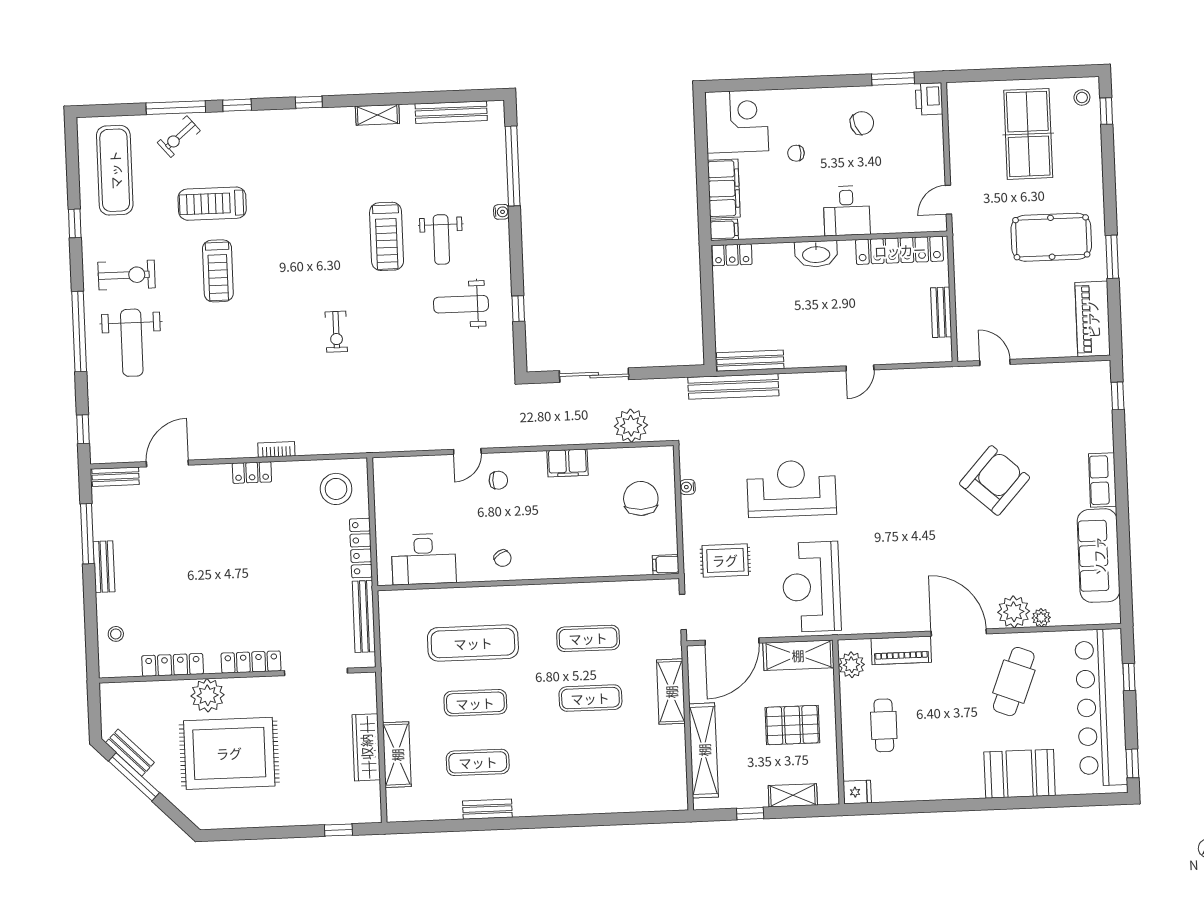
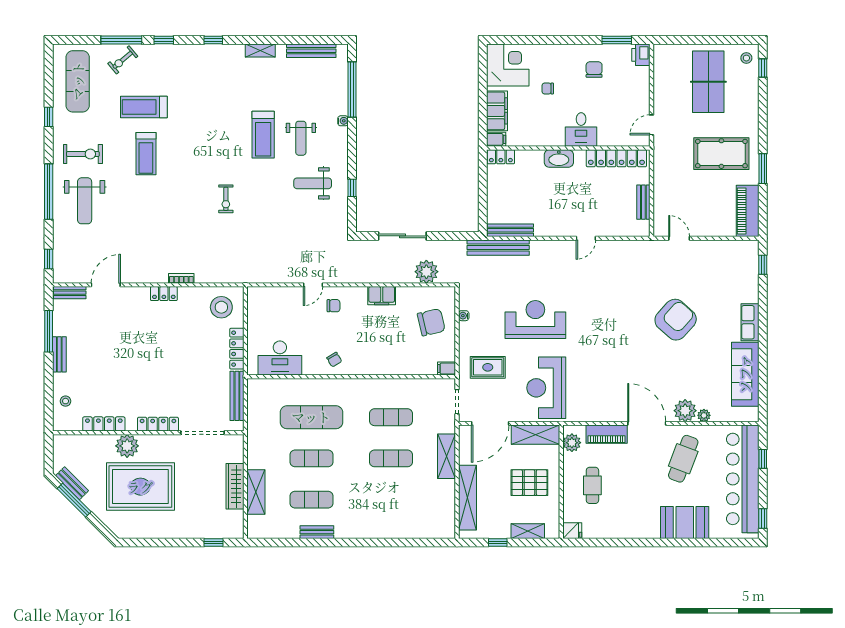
chair: (862, 123) -> (594, 70), turned -68
chair: (641, 498) -> (431, 322), turned 77

